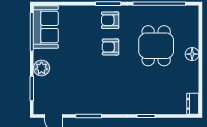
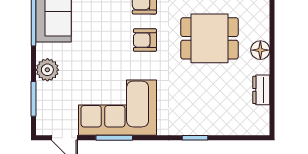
dining table: (156, 46) -> (209, 38), turned 90
corner sofa: (91, 95) -> (117, 108), added
dresser: (193, 104) -> (261, 90), moved

